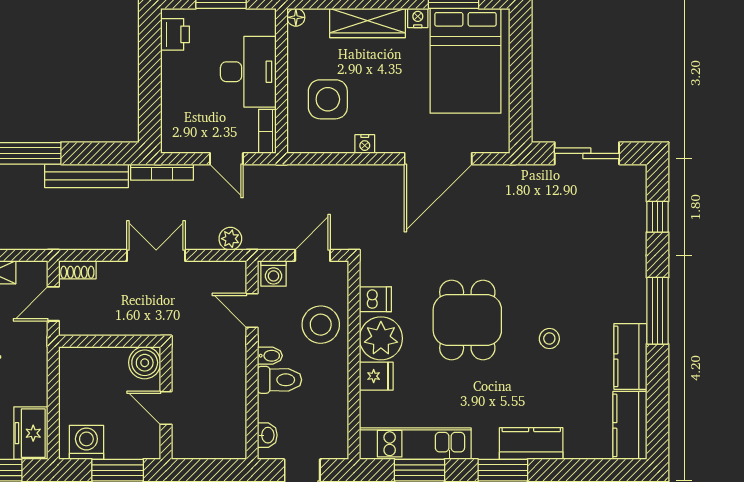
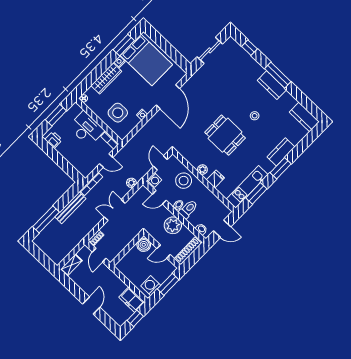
dishwasher: (375, 299) -> (192, 157), removed
plant: (381, 338) -> (202, 170), width x0.53, depth x0.53
kitchen counter: (630, 356) -> (272, 85), moved
plant: (226, 380) -> (173, 225), added
shoe rack: (207, 448) -> (188, 251), added

